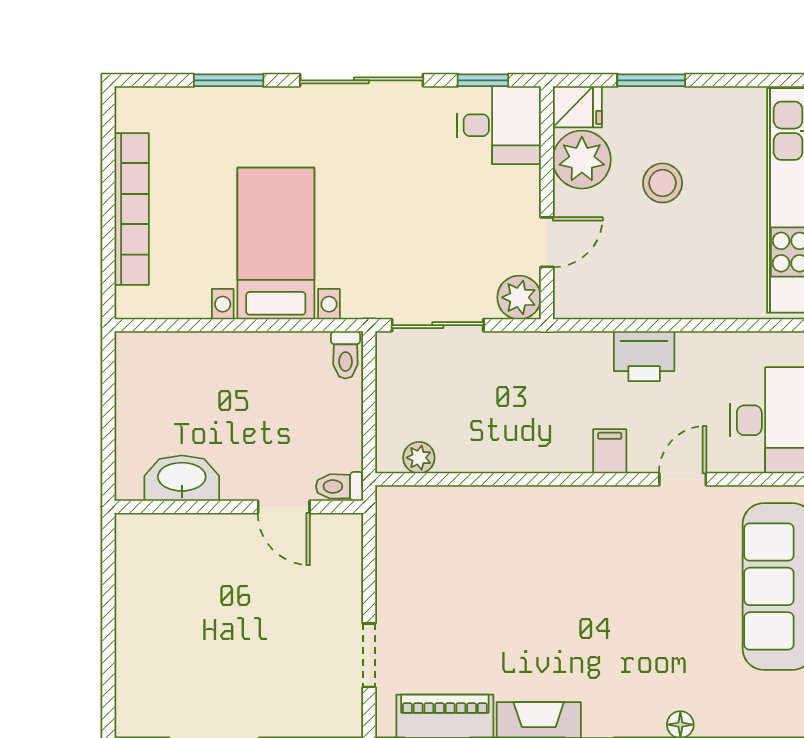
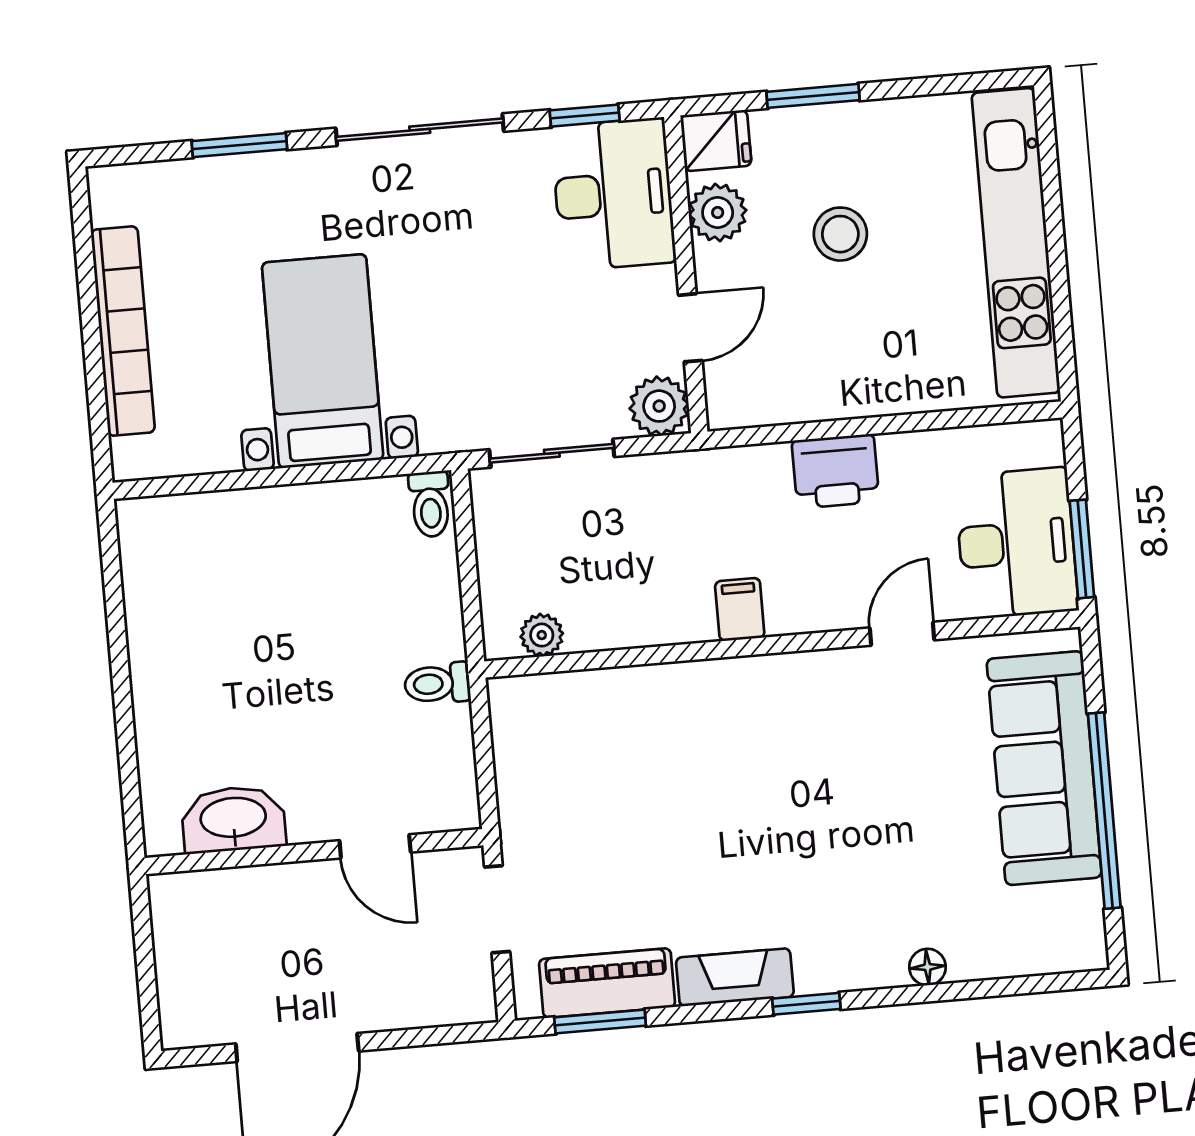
desk: (499, 125) -> (613, 194), width x1.37
plant: (582, 160) -> (718, 213), width x0.73, depth x0.73
filing cabinet: (610, 451) -> (740, 609), moved
washbasin: (182, 478) -> (233, 819), moved
wall: (239, 507) -> (314, 852), moved
door: (284, 507) -> (375, 846), moved

